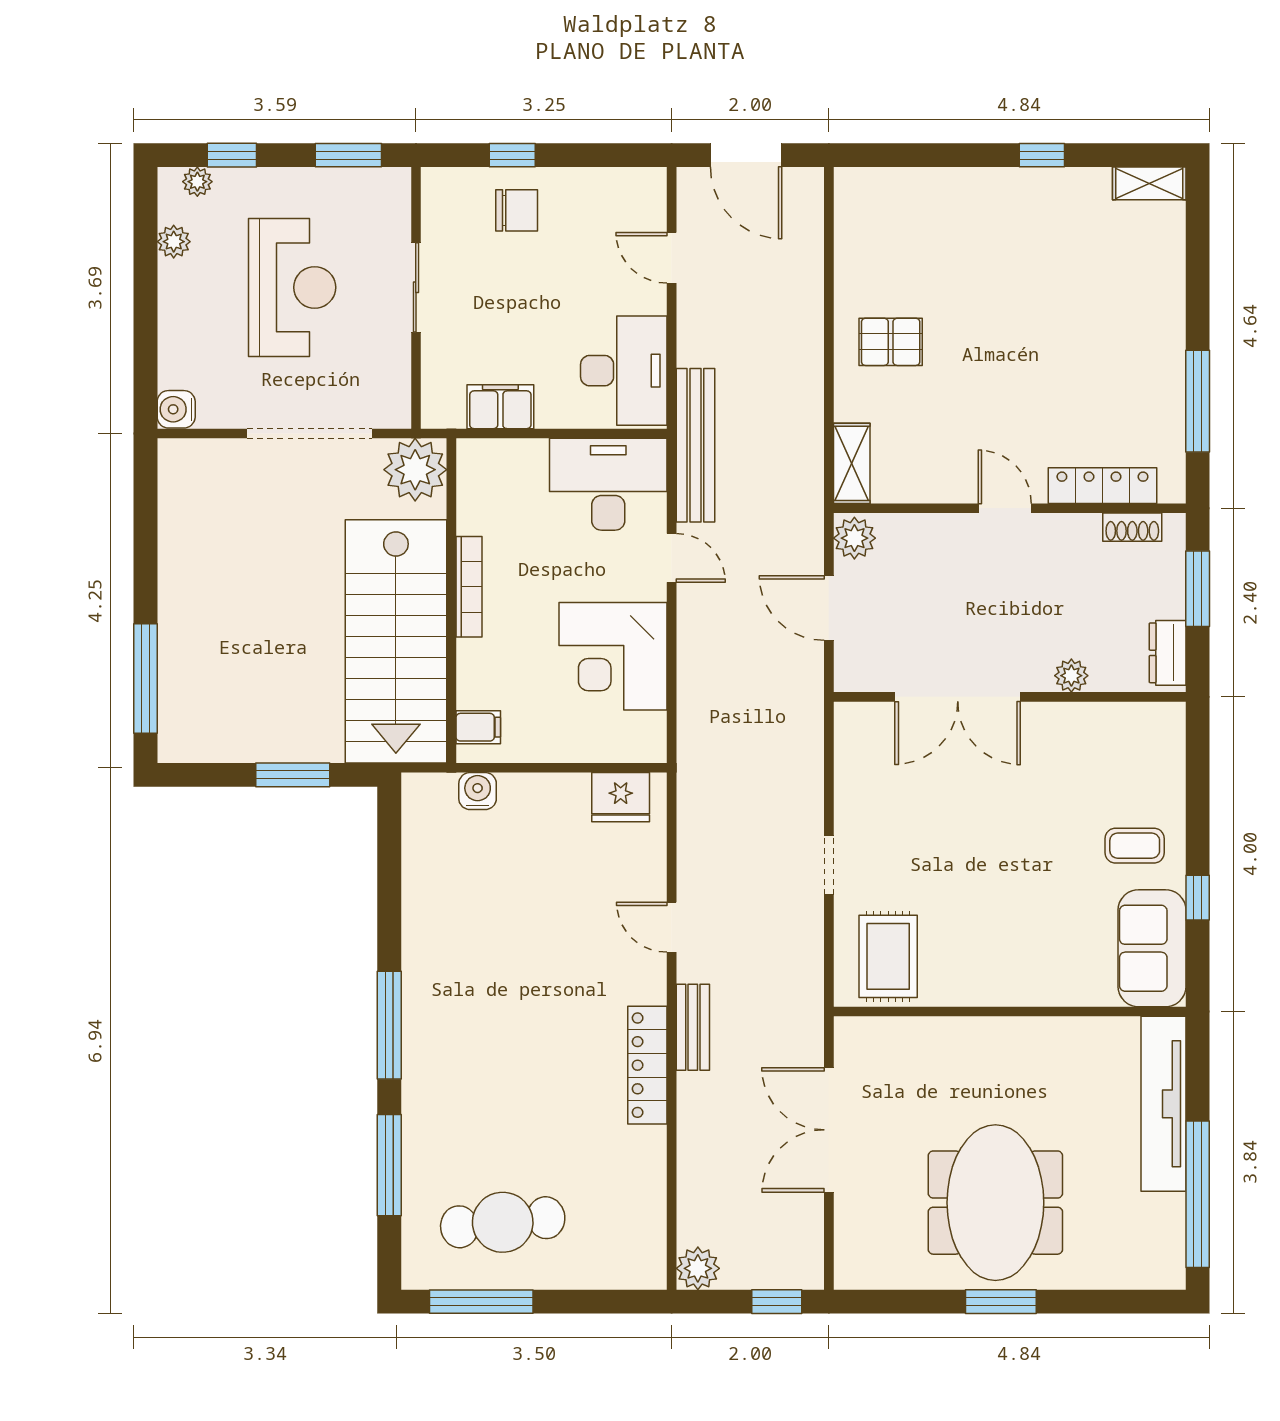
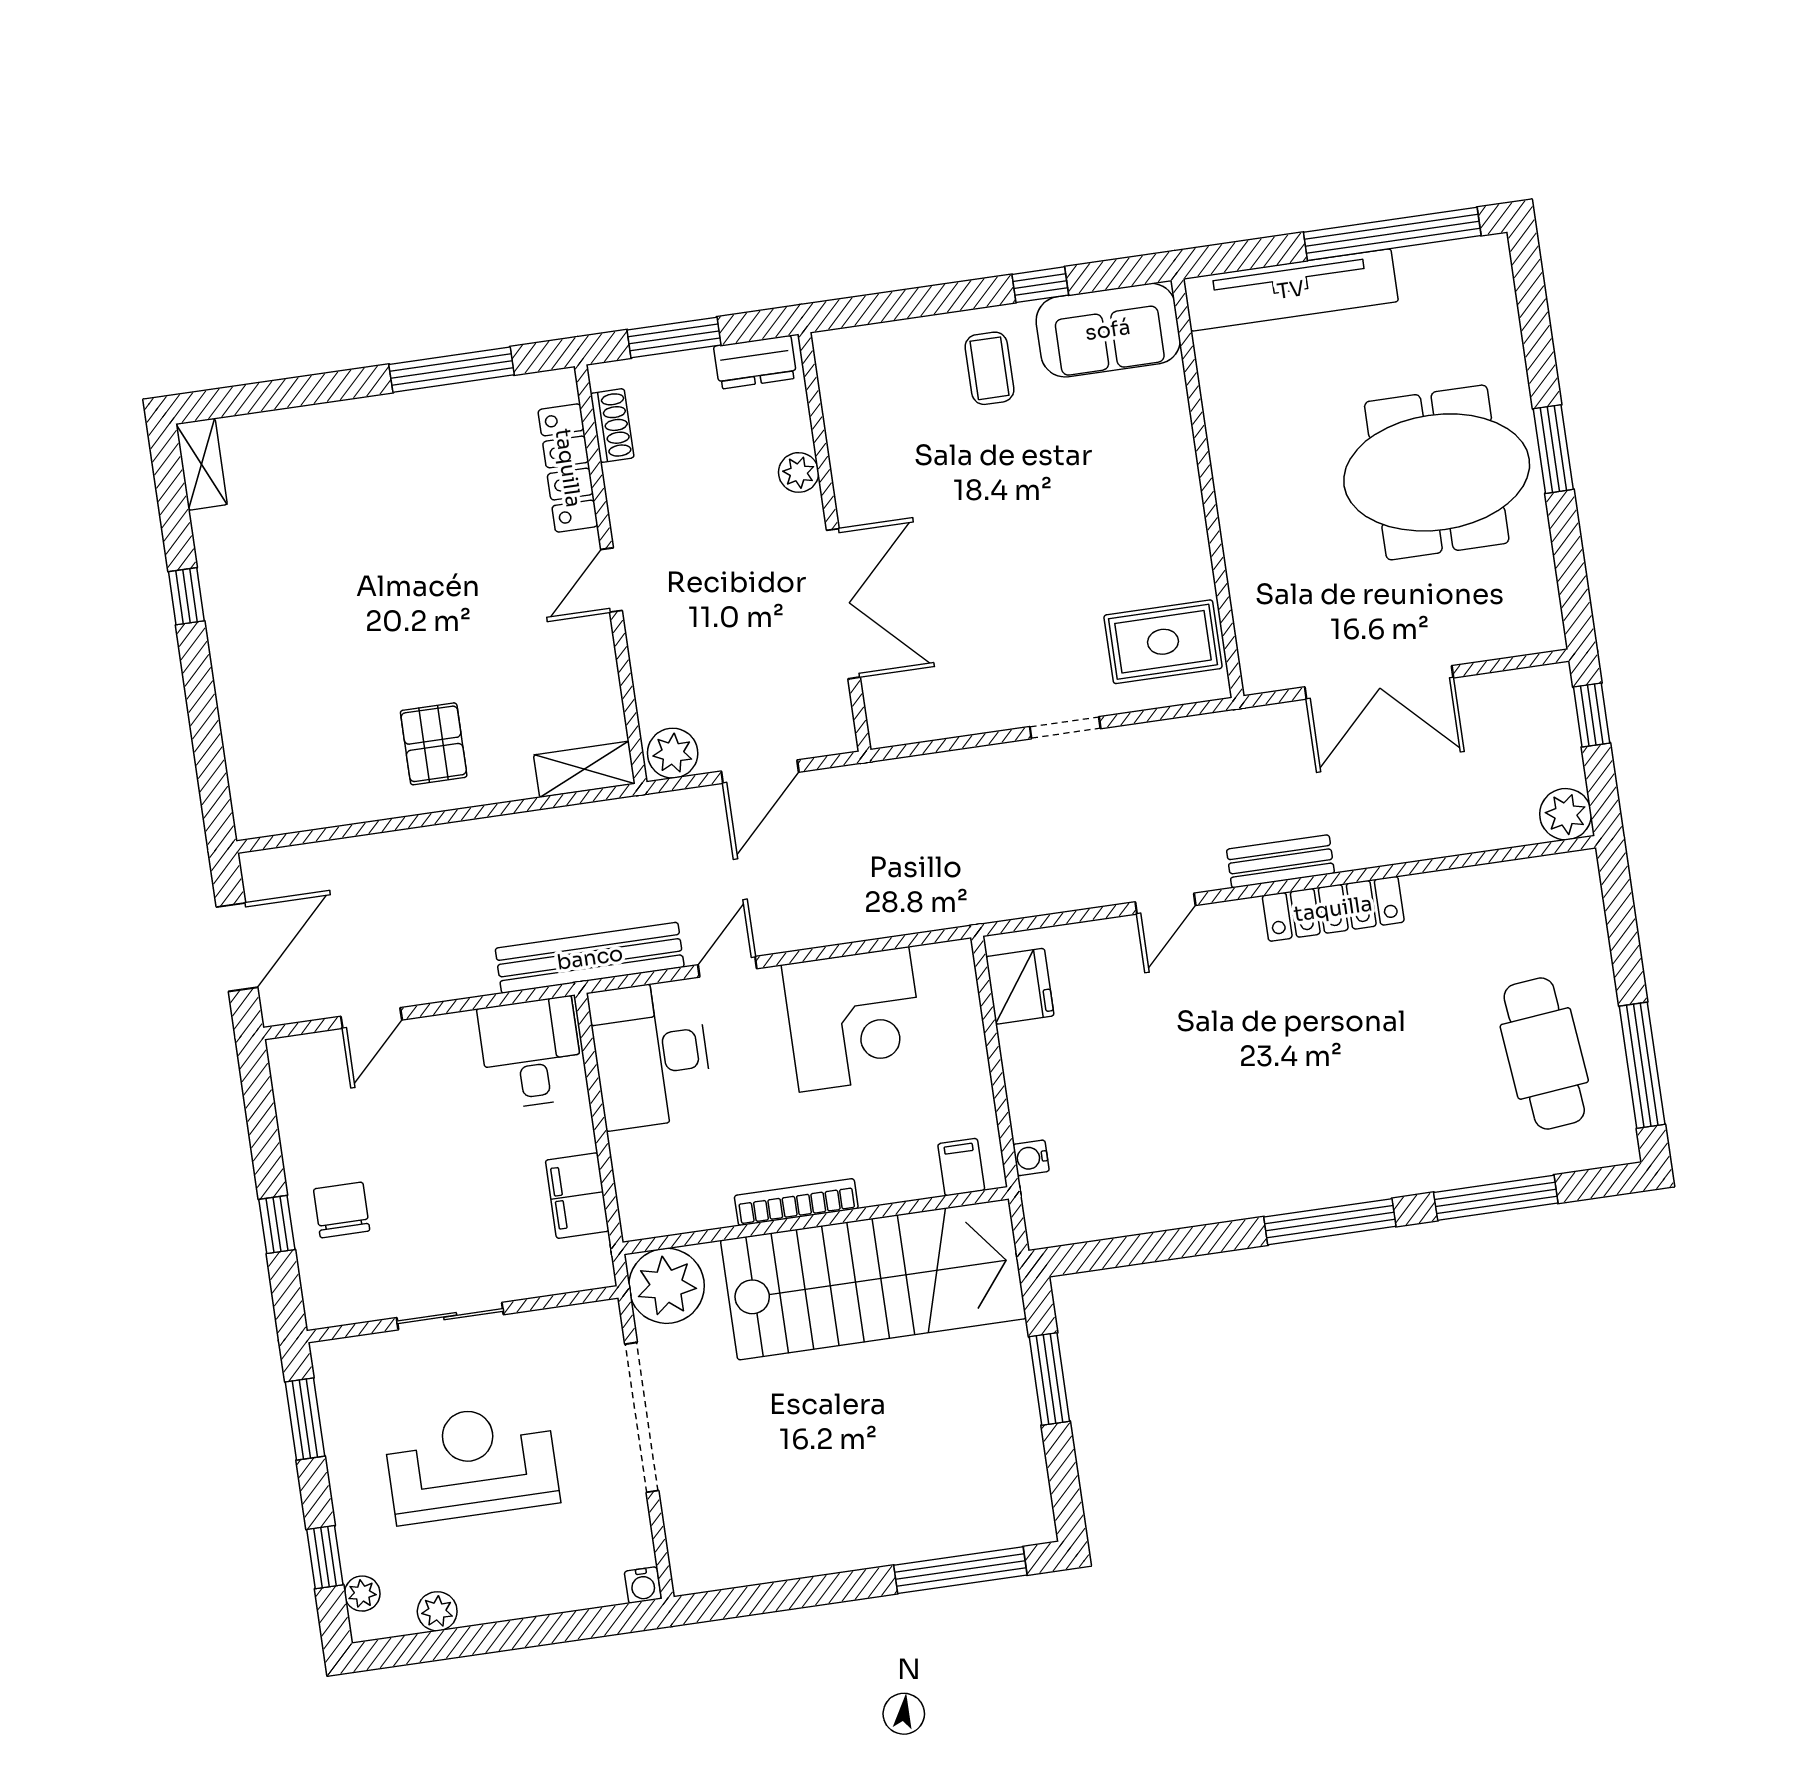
desk: (624, 371) -> (531, 1053), width x0.73
water cooler: (176, 409) -> (643, 1585), width x0.72, depth x0.72
water cooler: (478, 791) -> (1031, 1158), width x0.72, depth x0.72

